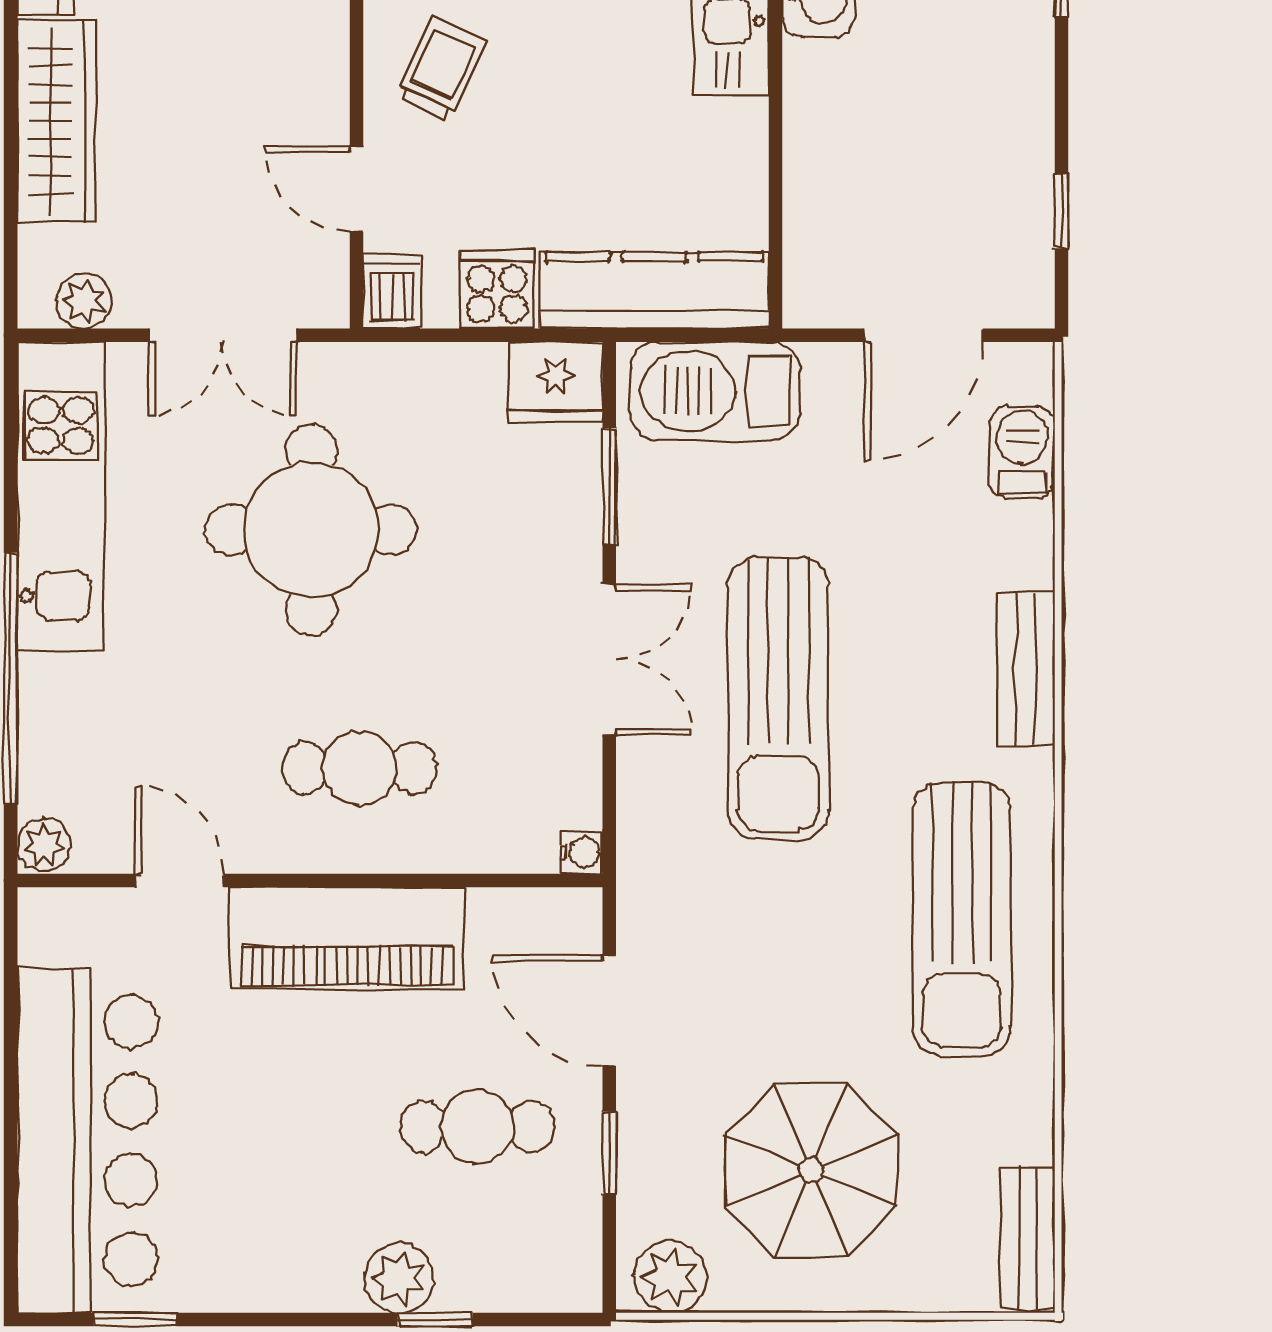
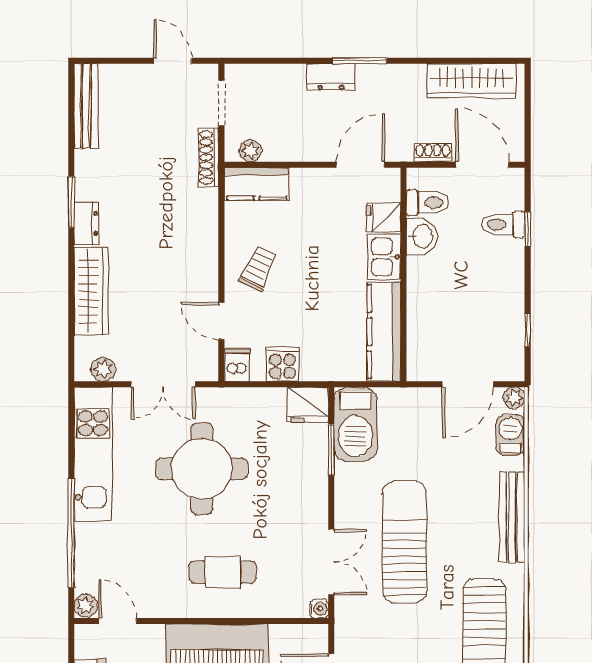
kitchen counter: (654, 290) -> (384, 332), moved, turned -90
plant: (1030, 367) -> (514, 398), added
barbecue: (715, 391) -> (355, 424), moved, turned -90
double door: (609, 659) -> (331, 562), moved
bench: (1025, 670) -> (512, 517), width x1.36
sun lounger: (778, 699) -> (405, 542), turned 180
door: (179, 881) -> (118, 621), moved

